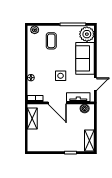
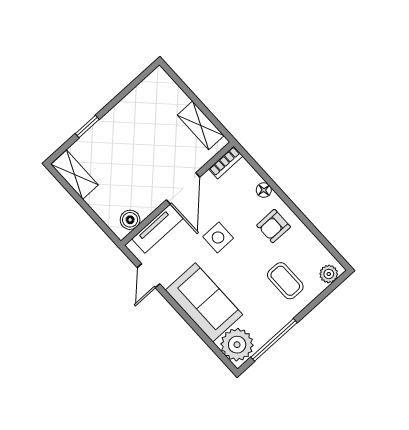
armchair: (38, 63) -> (274, 226), added
door: (57, 103) -> (183, 188), swing flipped

